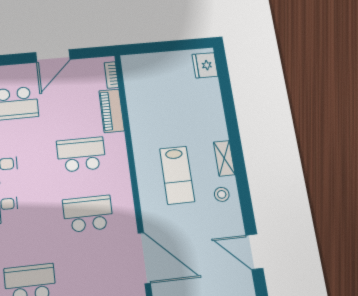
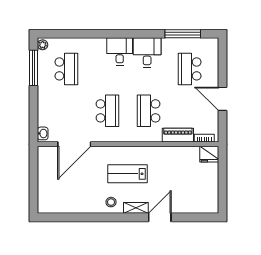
fridge: (205, 65) -> (209, 154), moved, turned 180
school desk: (81, 154) -> (149, 111), turned 180
door: (254, 252) -> (160, 217), moved

